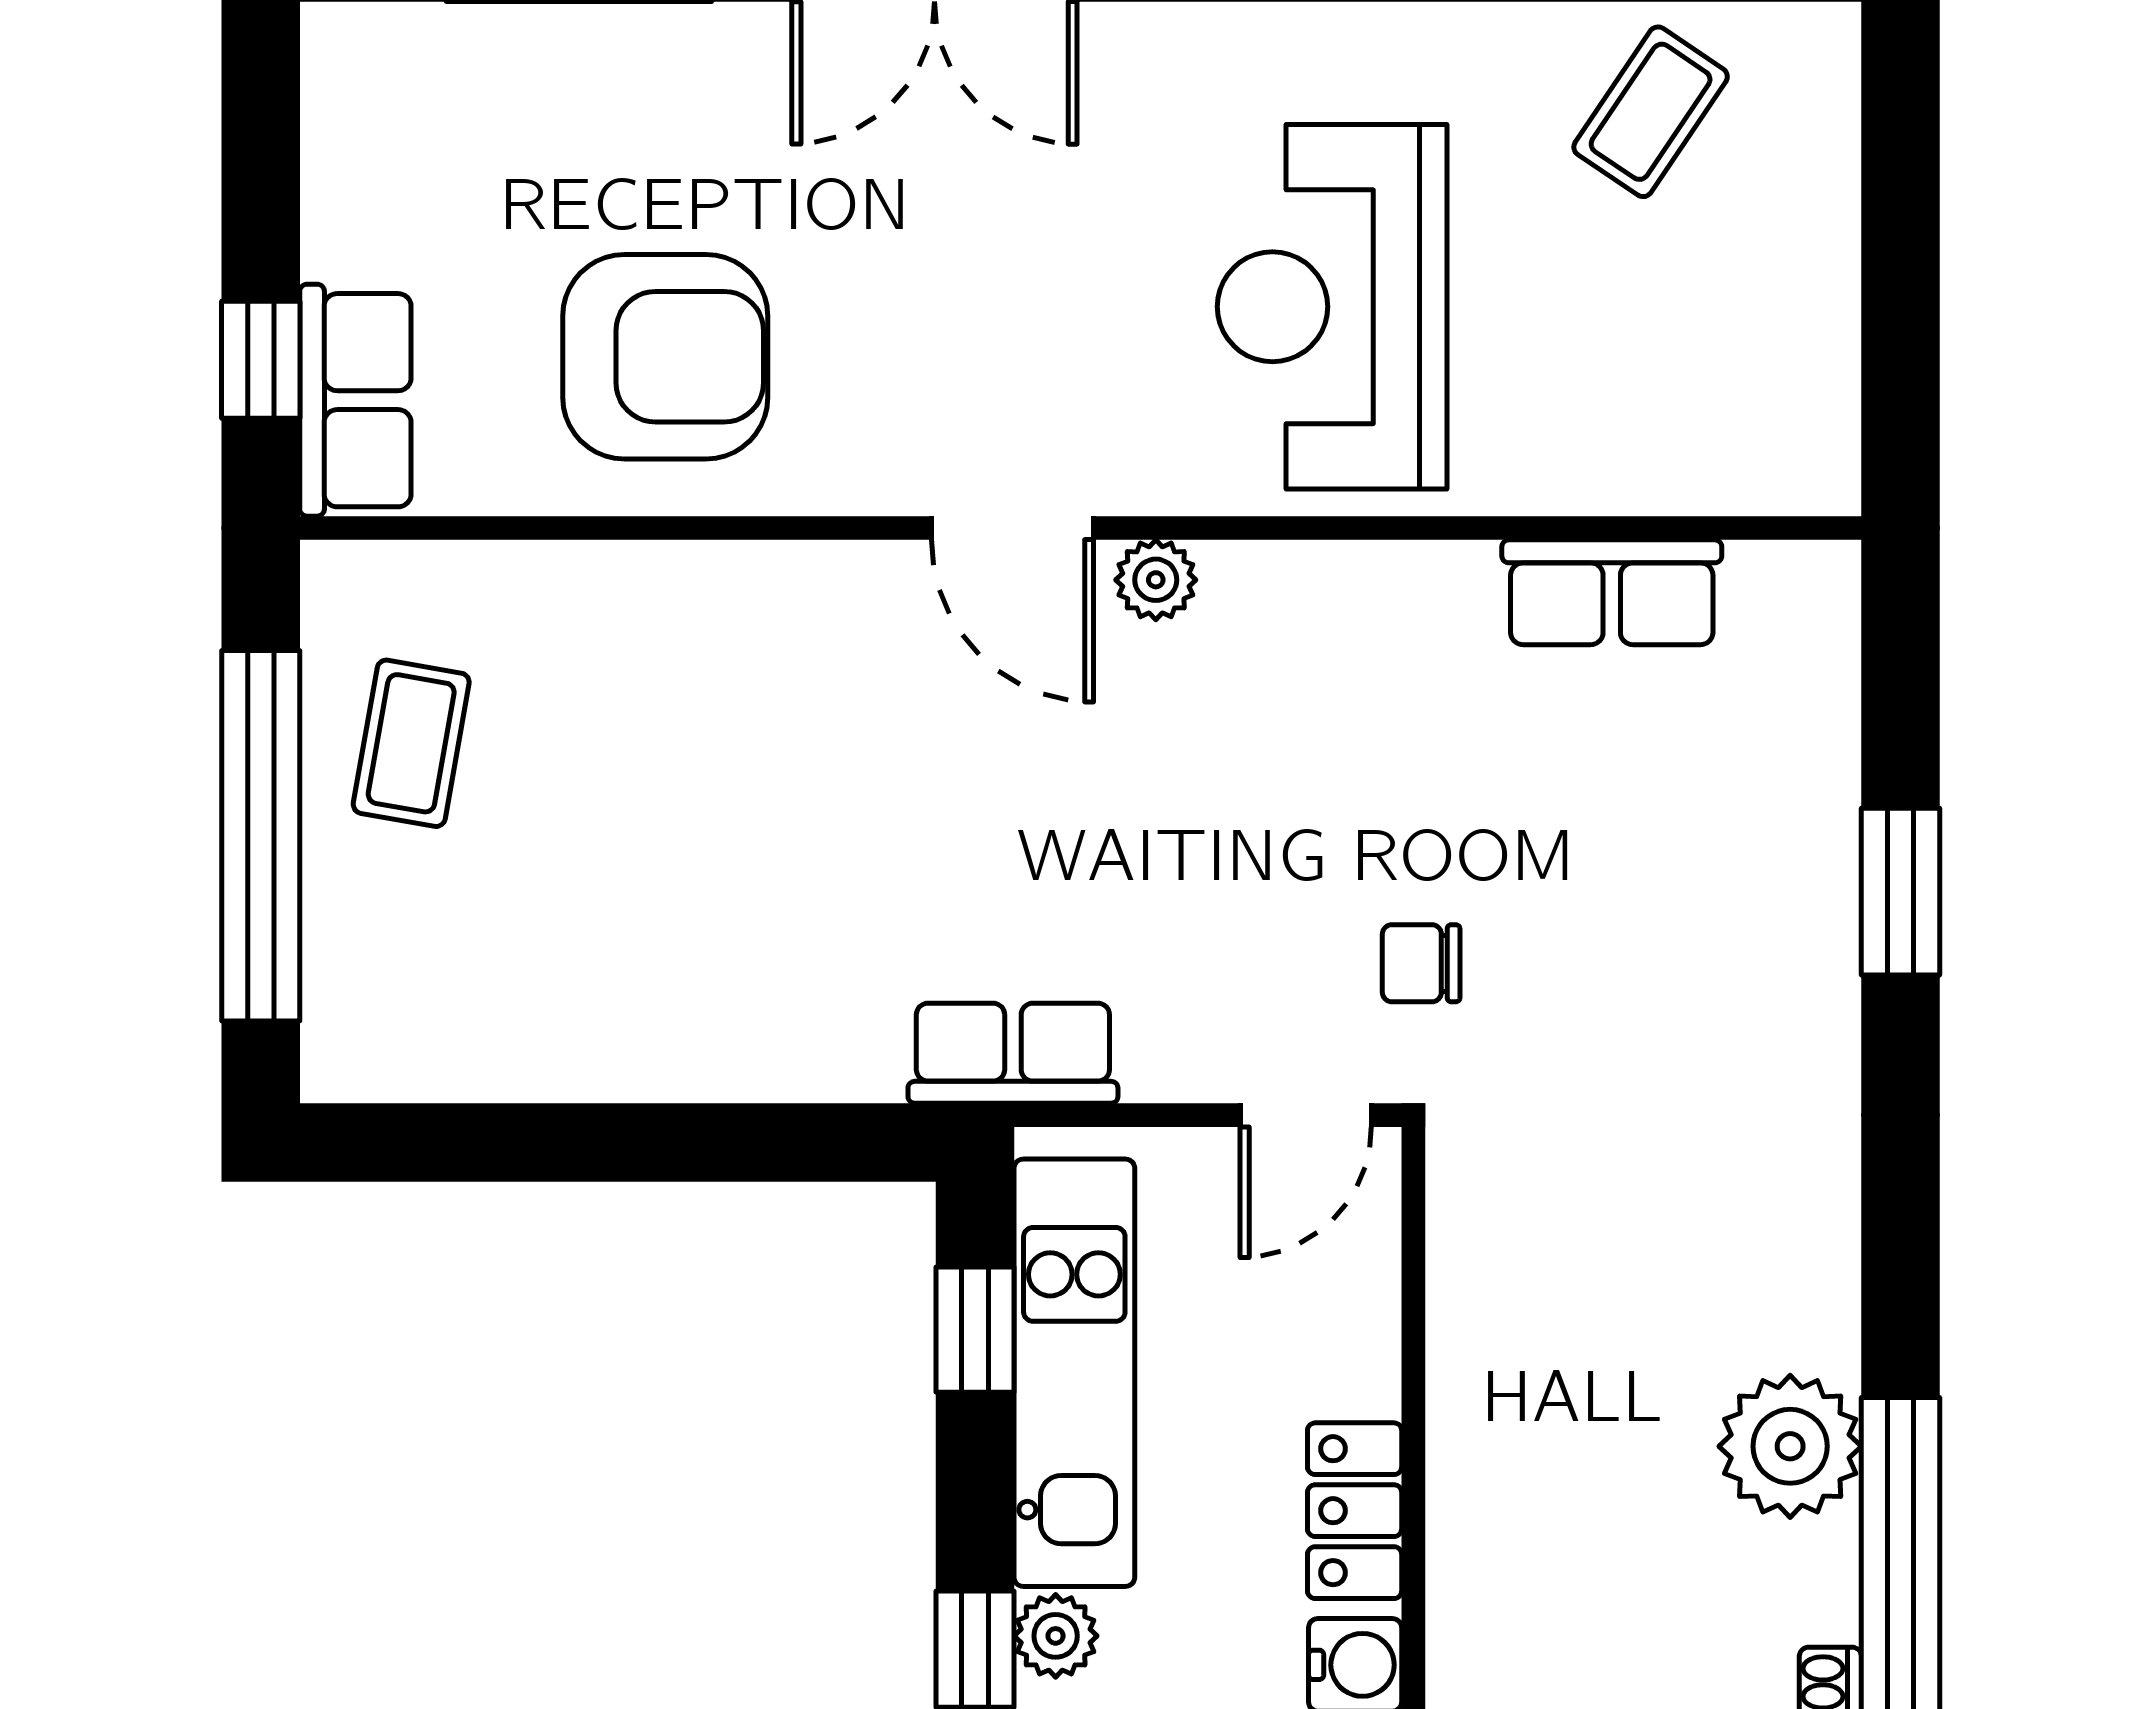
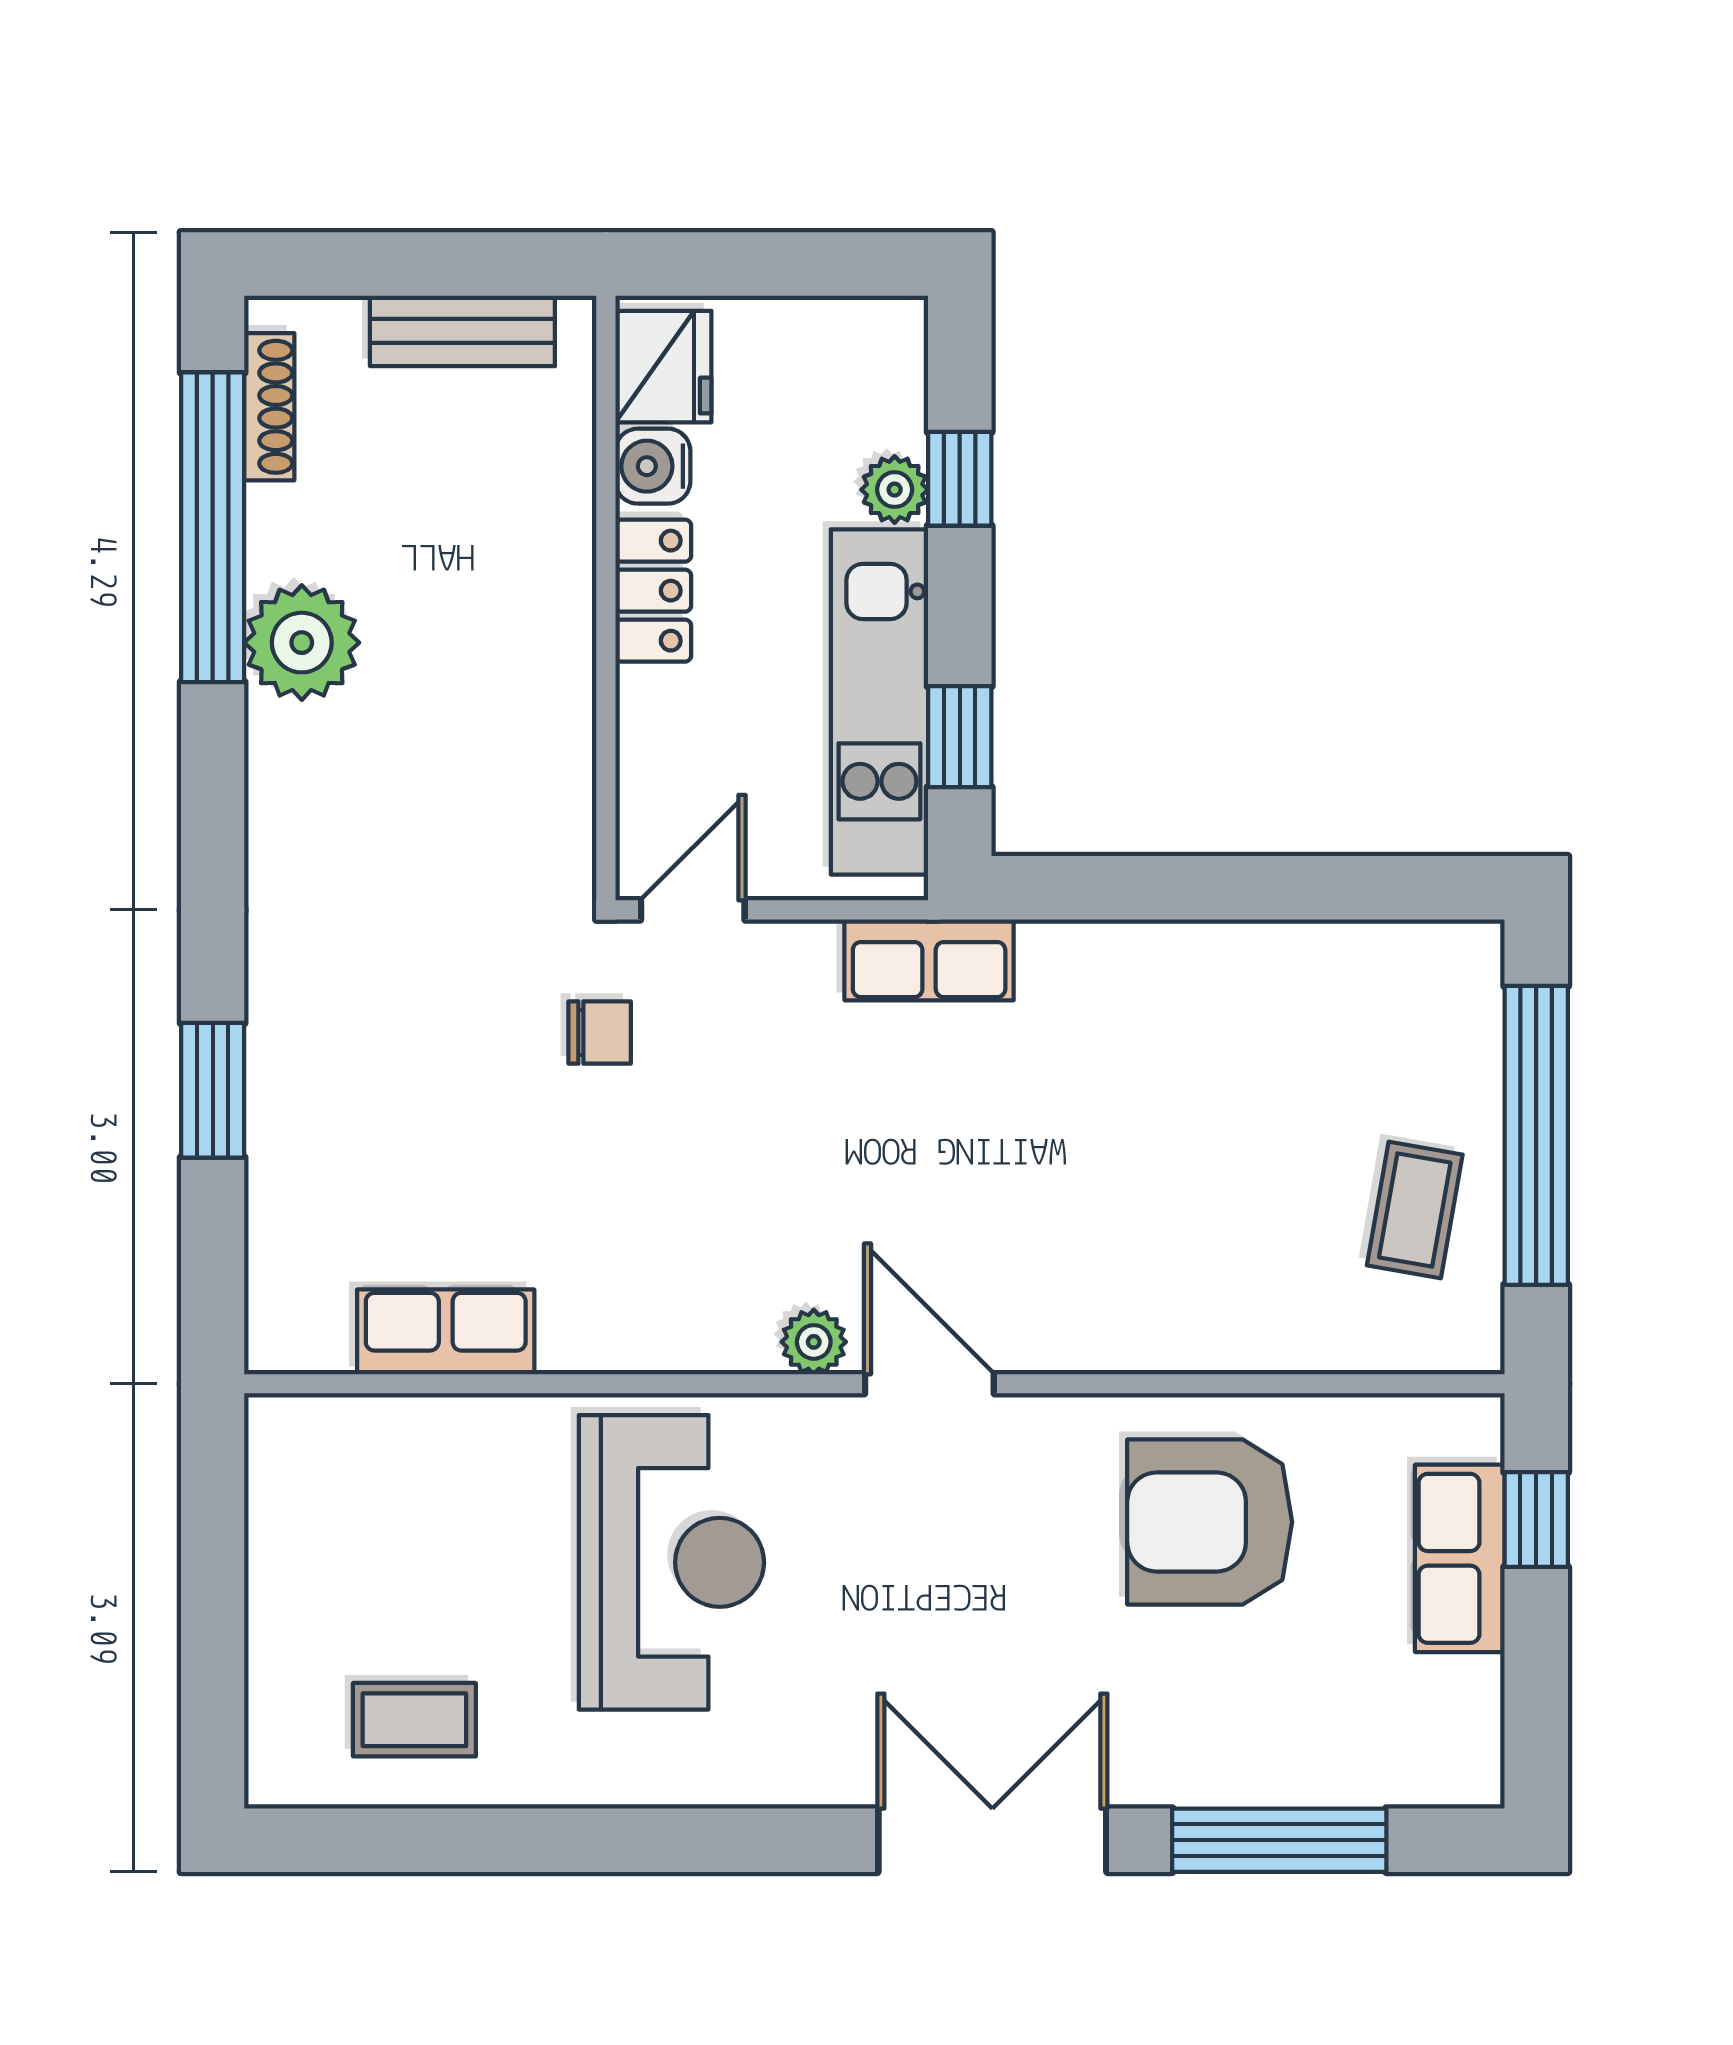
coffee table: (1651, 112) -> (414, 1720), turned 56
row of seats: (355, 400) -> (1460, 1558), moved

